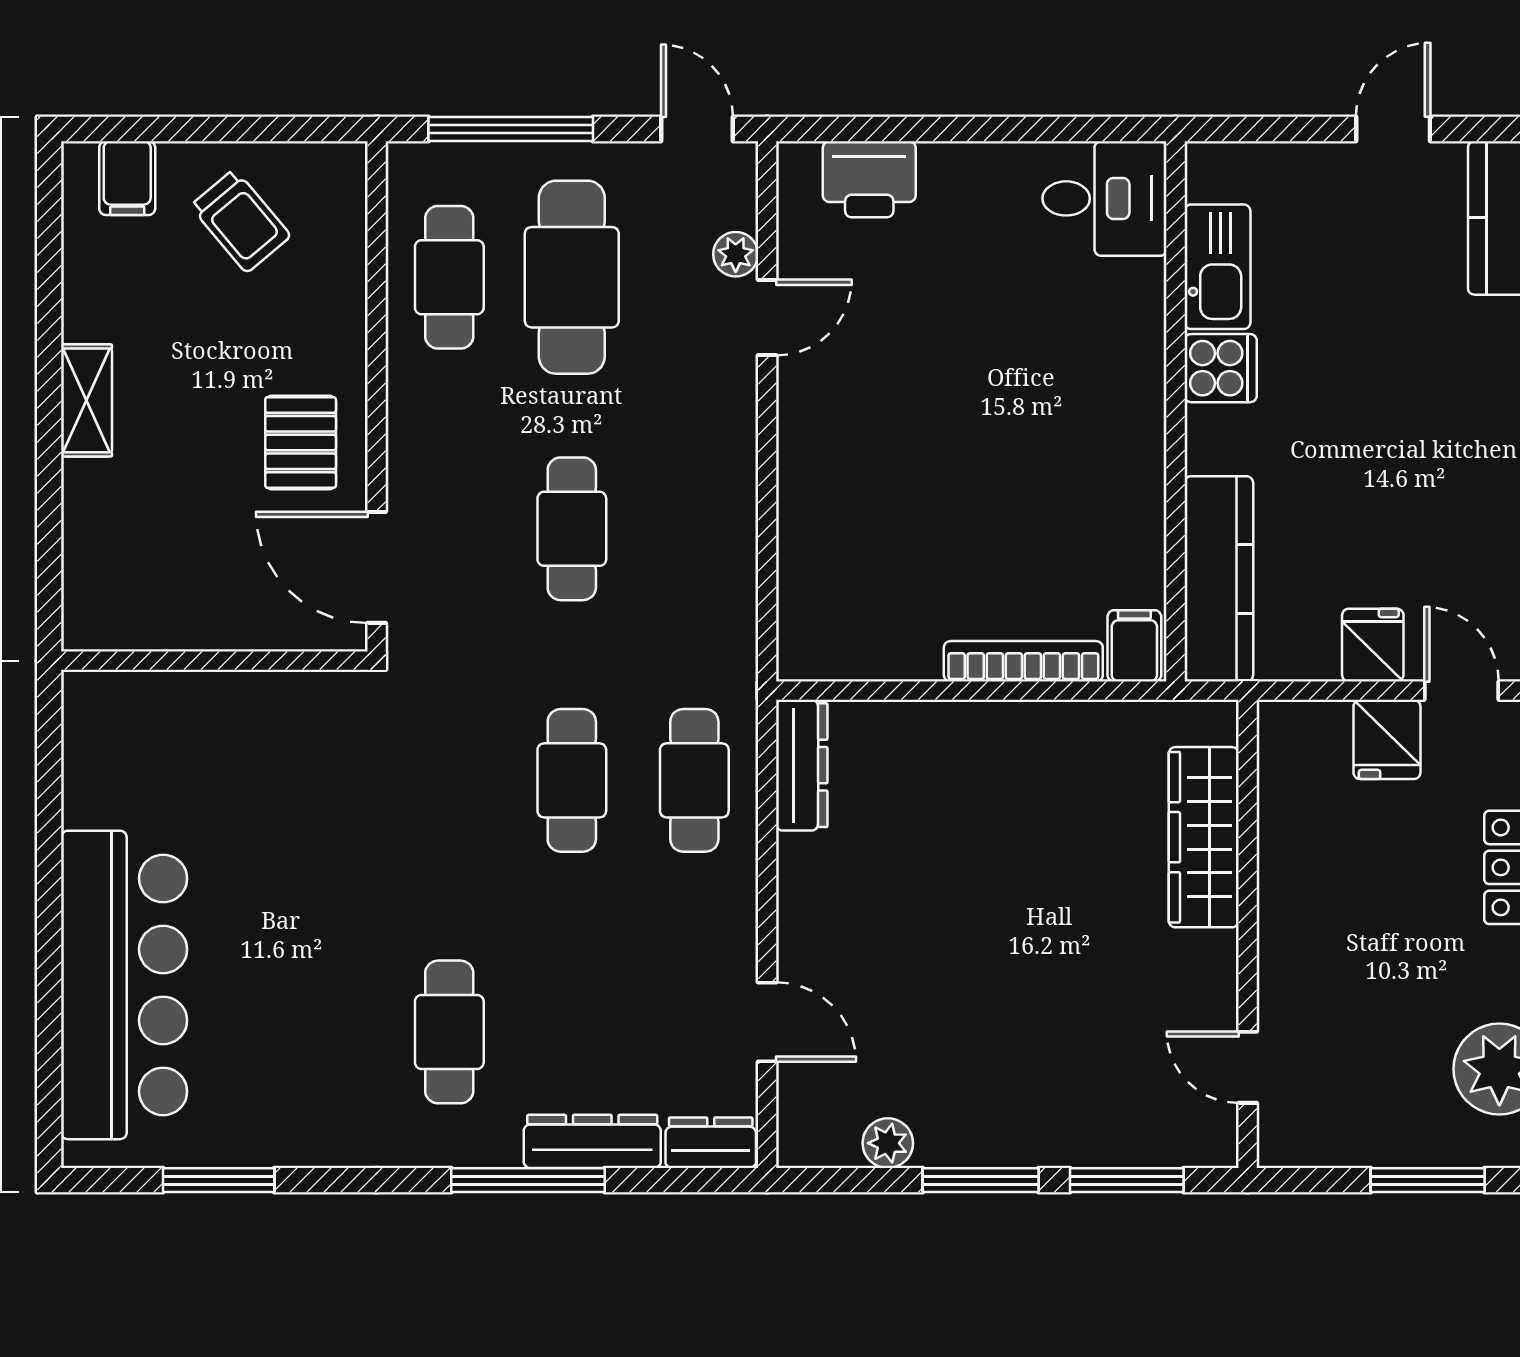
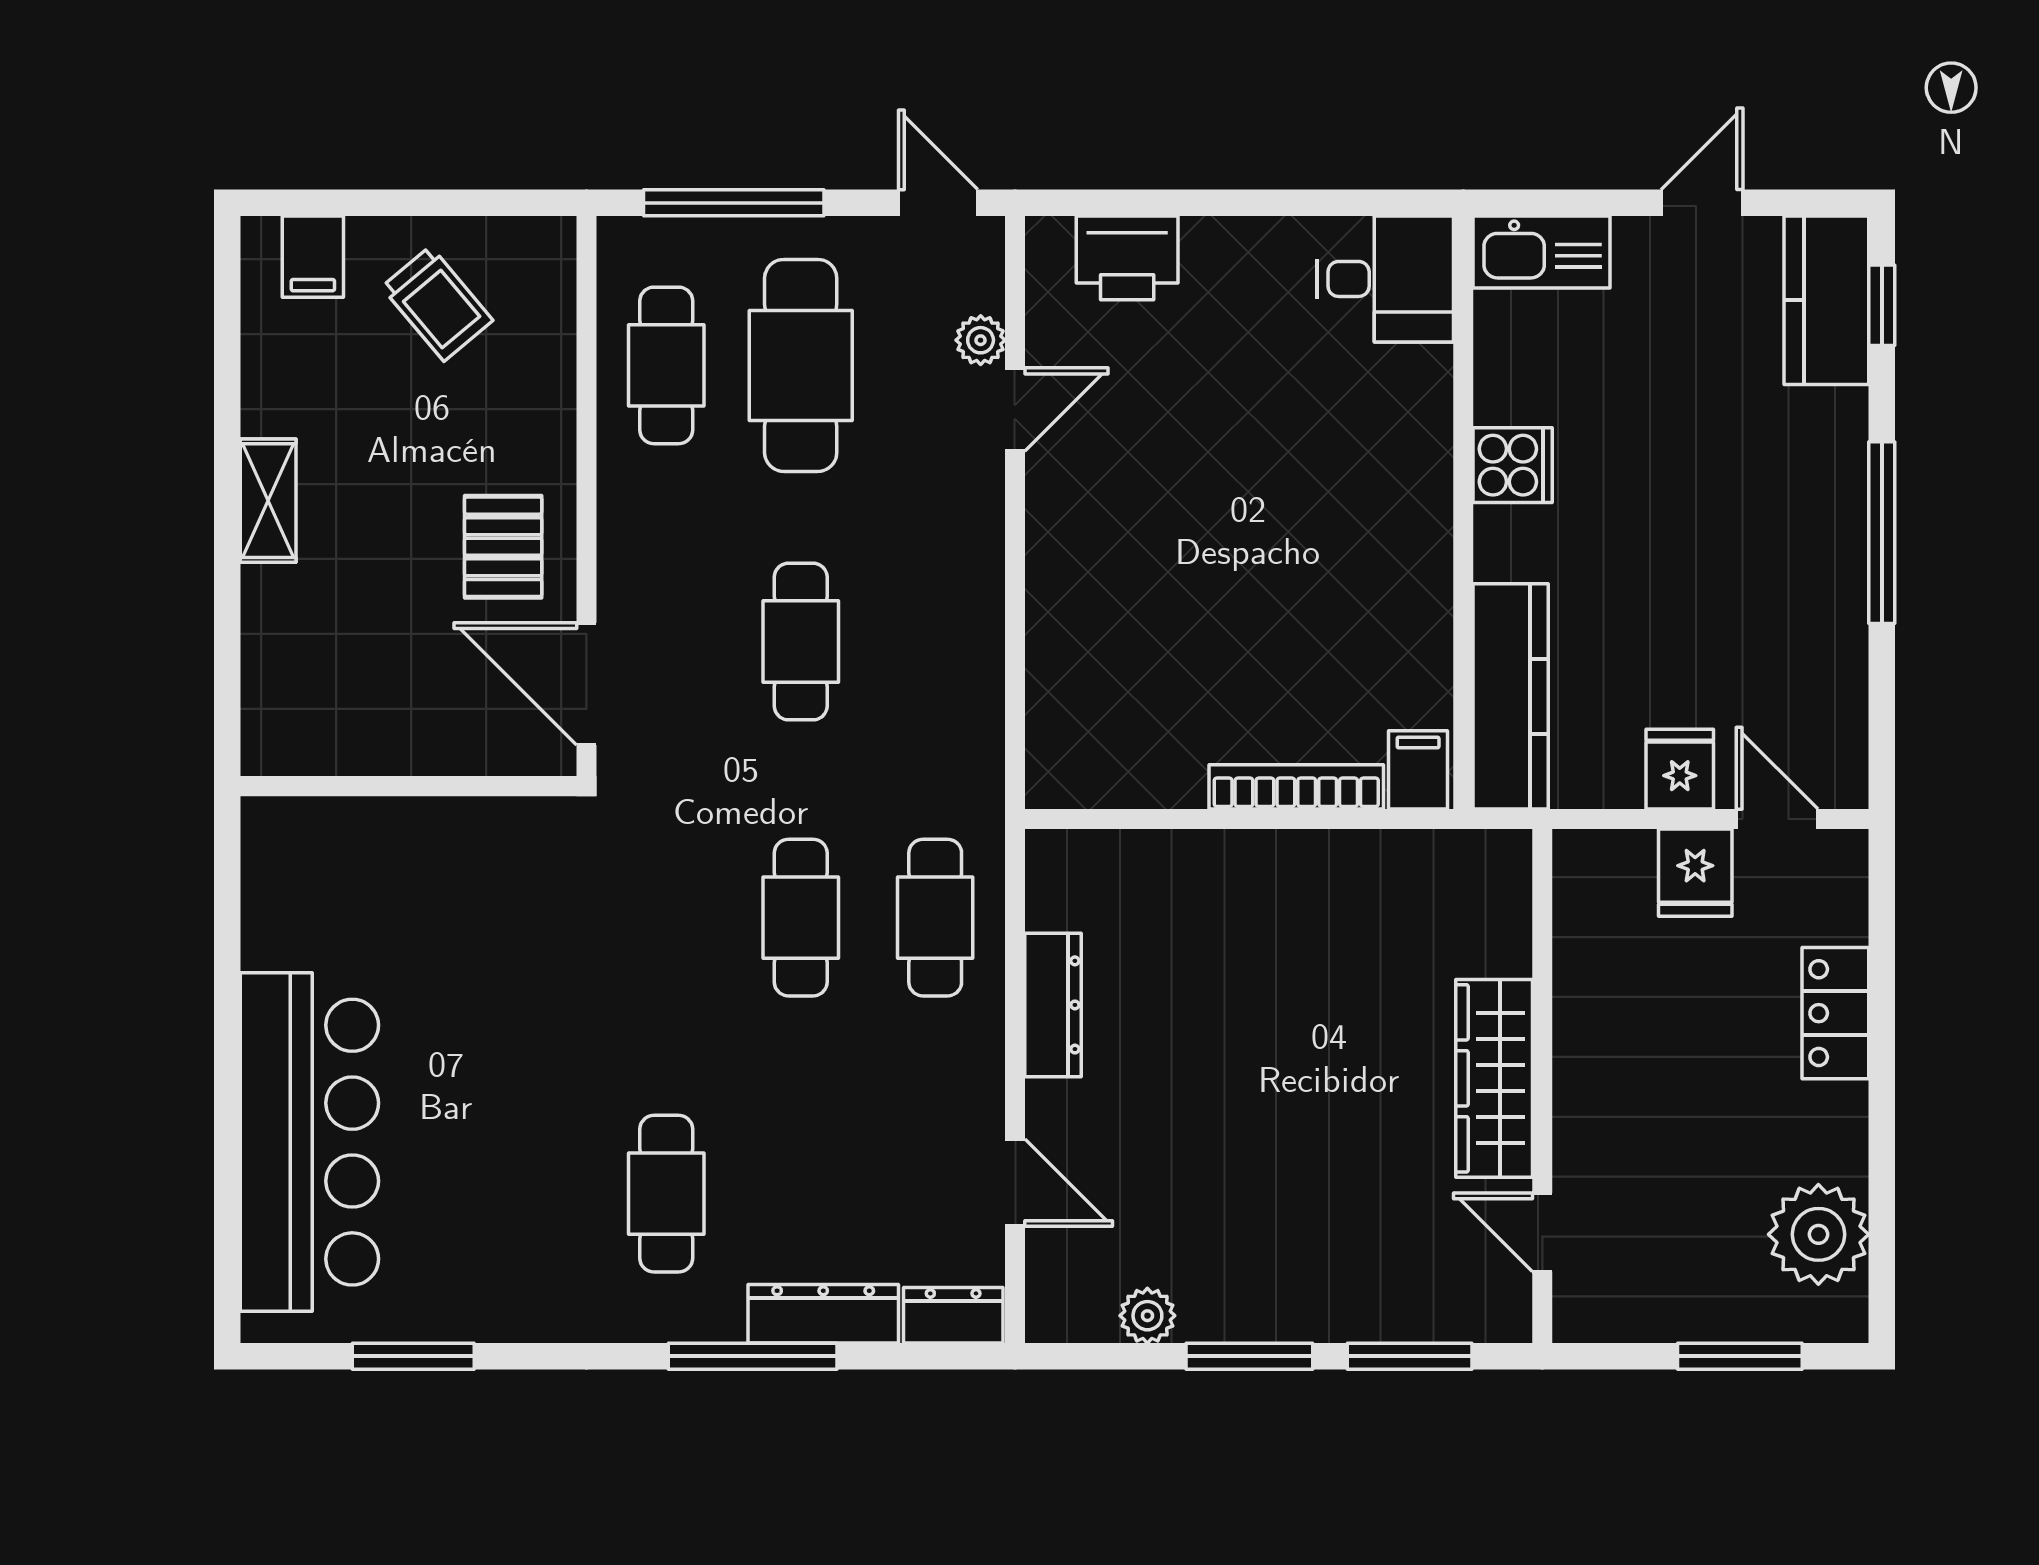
kitchen sink: (1217, 267) -> (1542, 252), moved, turned 90
dresser: (802, 765) -> (1053, 1005), moved
wardrobe: (1204, 837) -> (1494, 1078), moved

